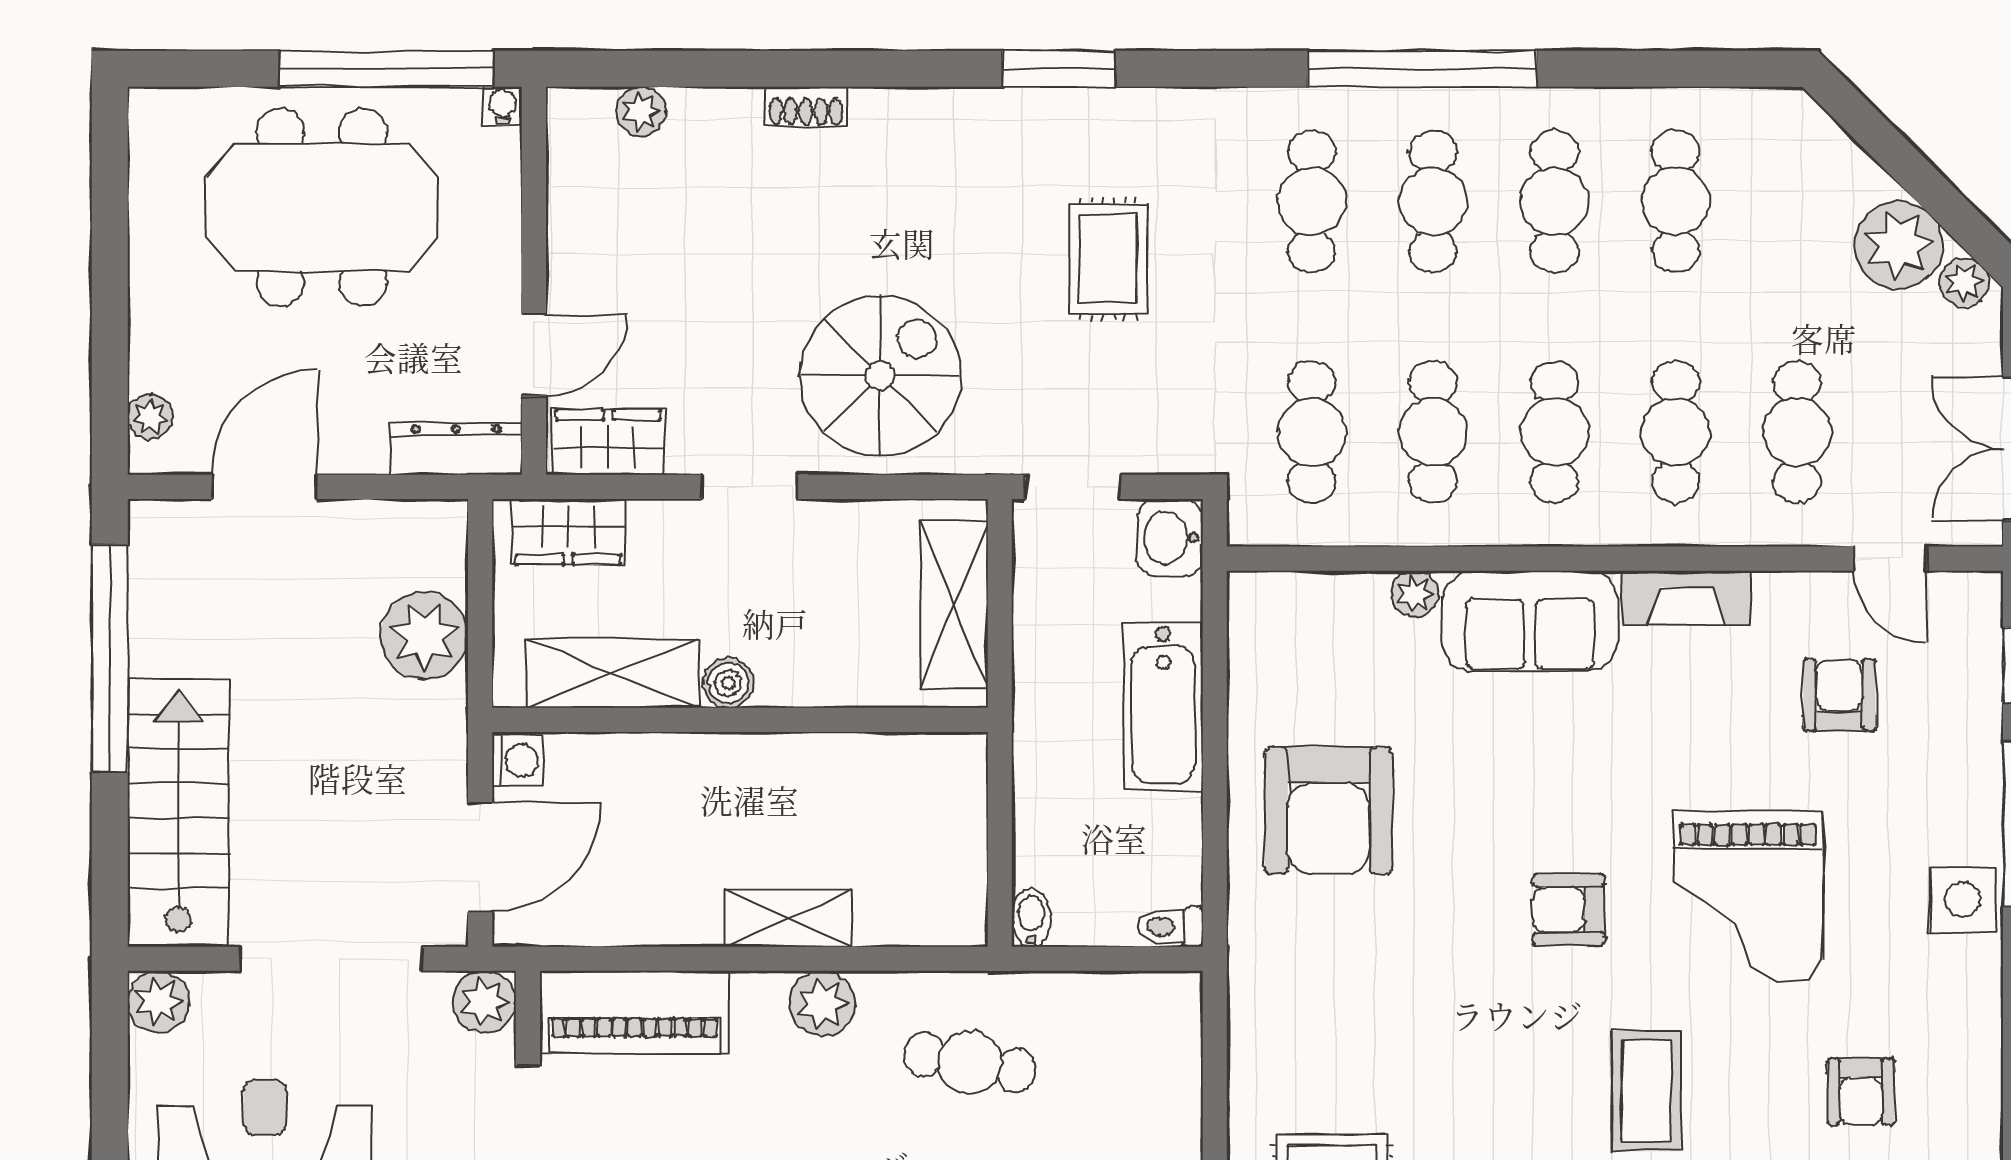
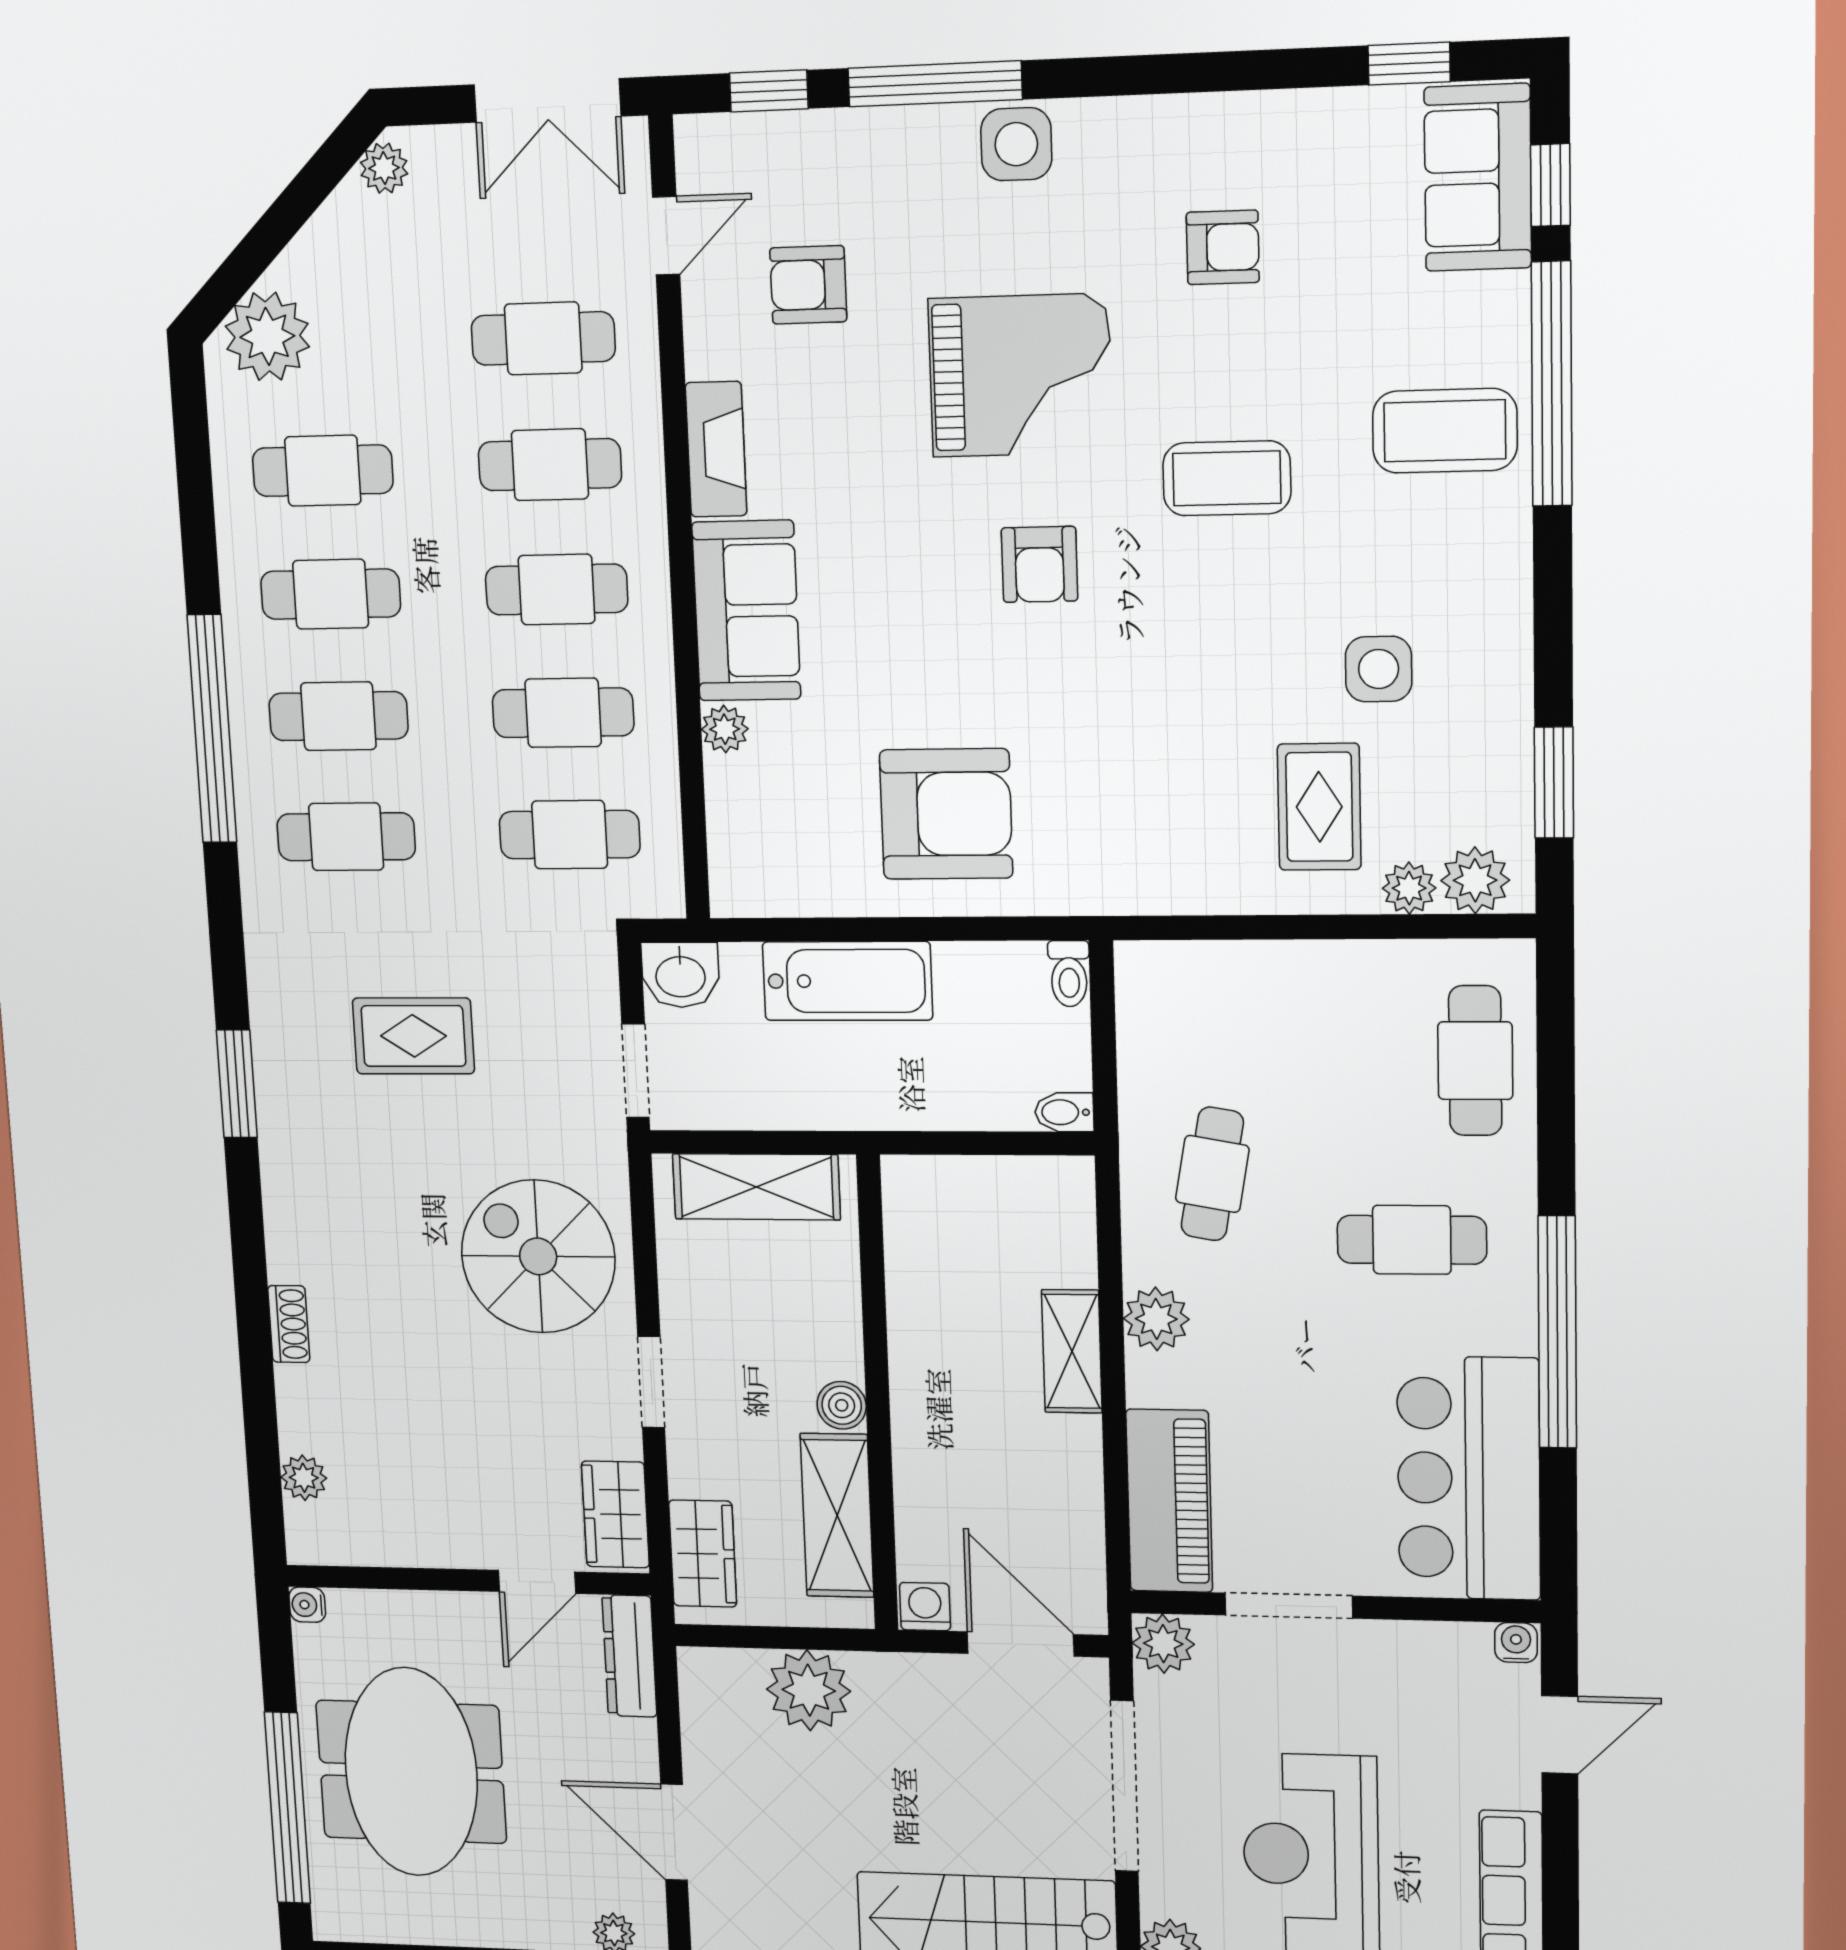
window: (386, 69) -> (287, 1808), moved
plant: (1899, 245) -> (267, 336), moved
door: (534, 355) -> (537, 1582), swing flipped

